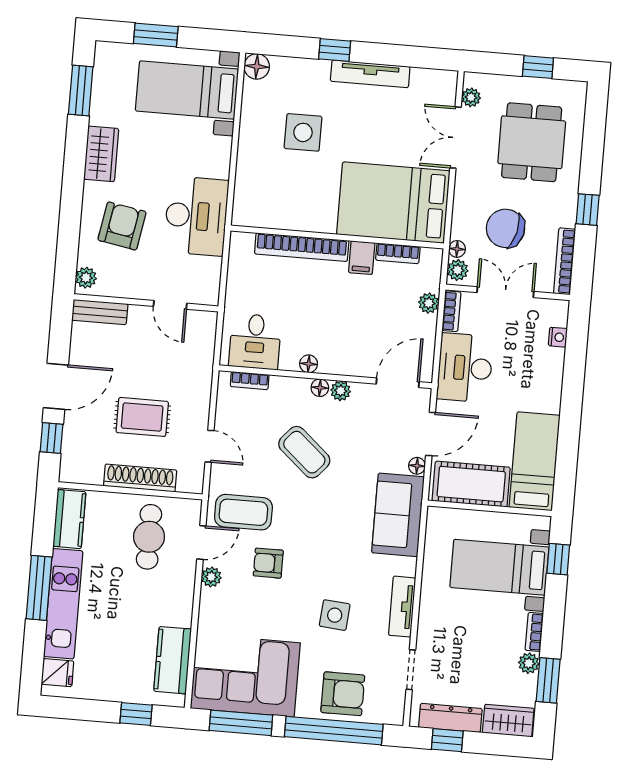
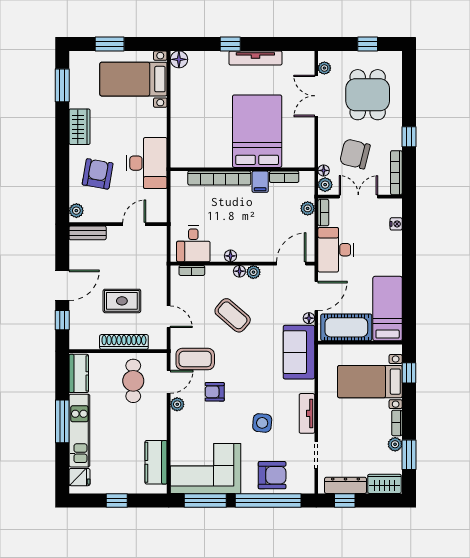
side table: (303, 132) -> (214, 101), removed
bed: (393, 203) -> (257, 131), moved, turned 90
door: (170, 305) -> (134, 224), swing flipped
window: (136, 714) -> (117, 500), moved

